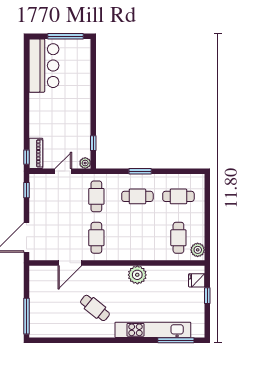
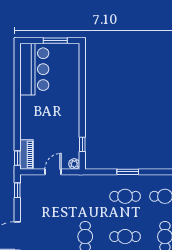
window: (66, 36) -> (55, 41), width x0.69
cafe table: (96, 196) -> (125, 237), moved, turned 90

